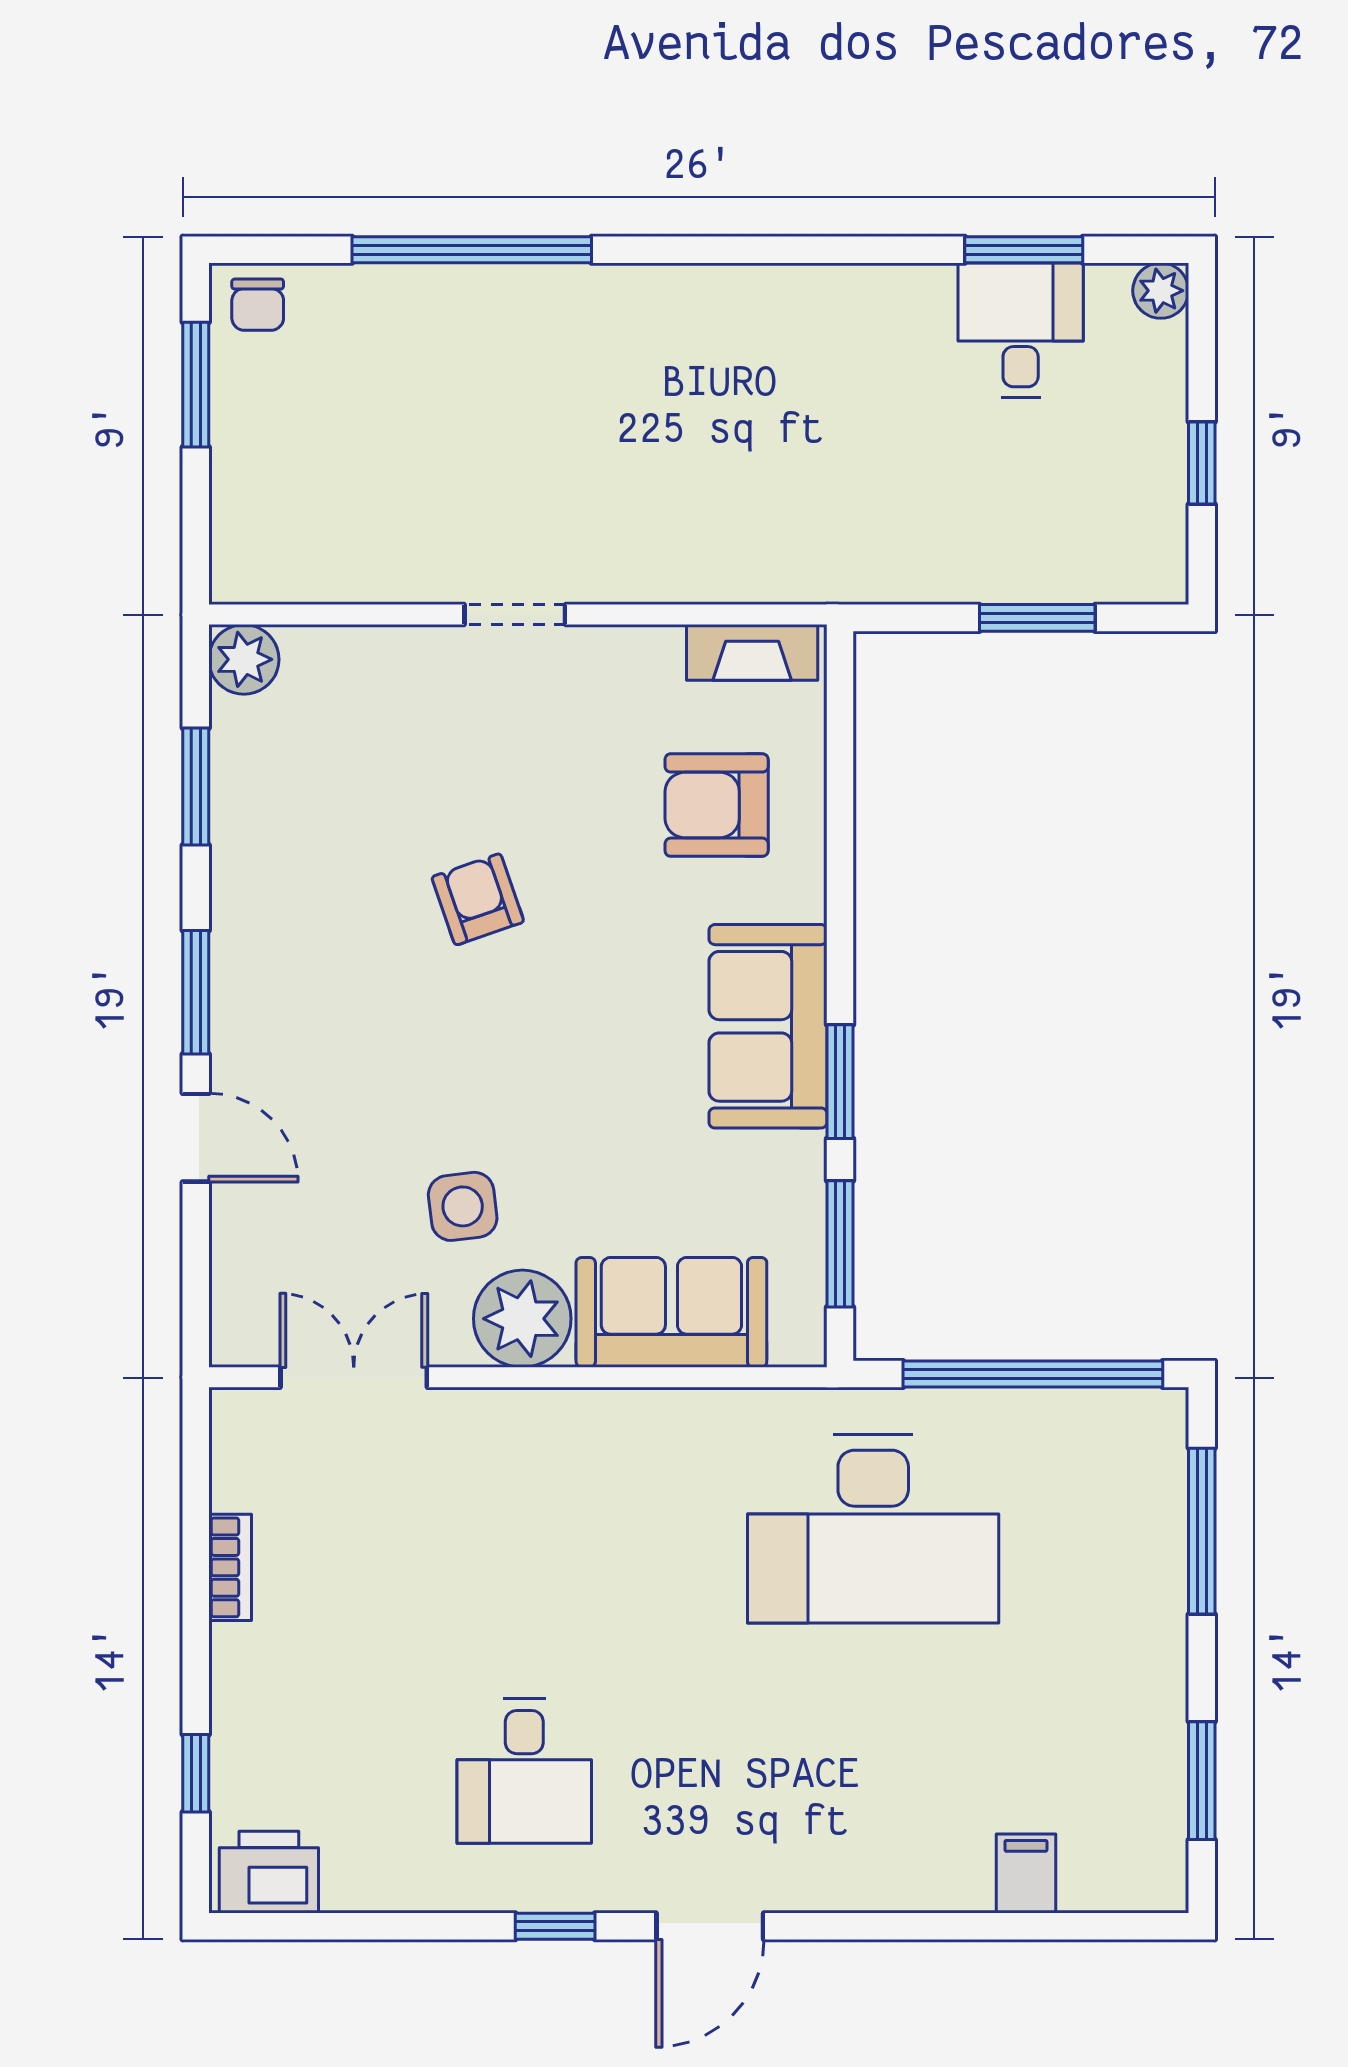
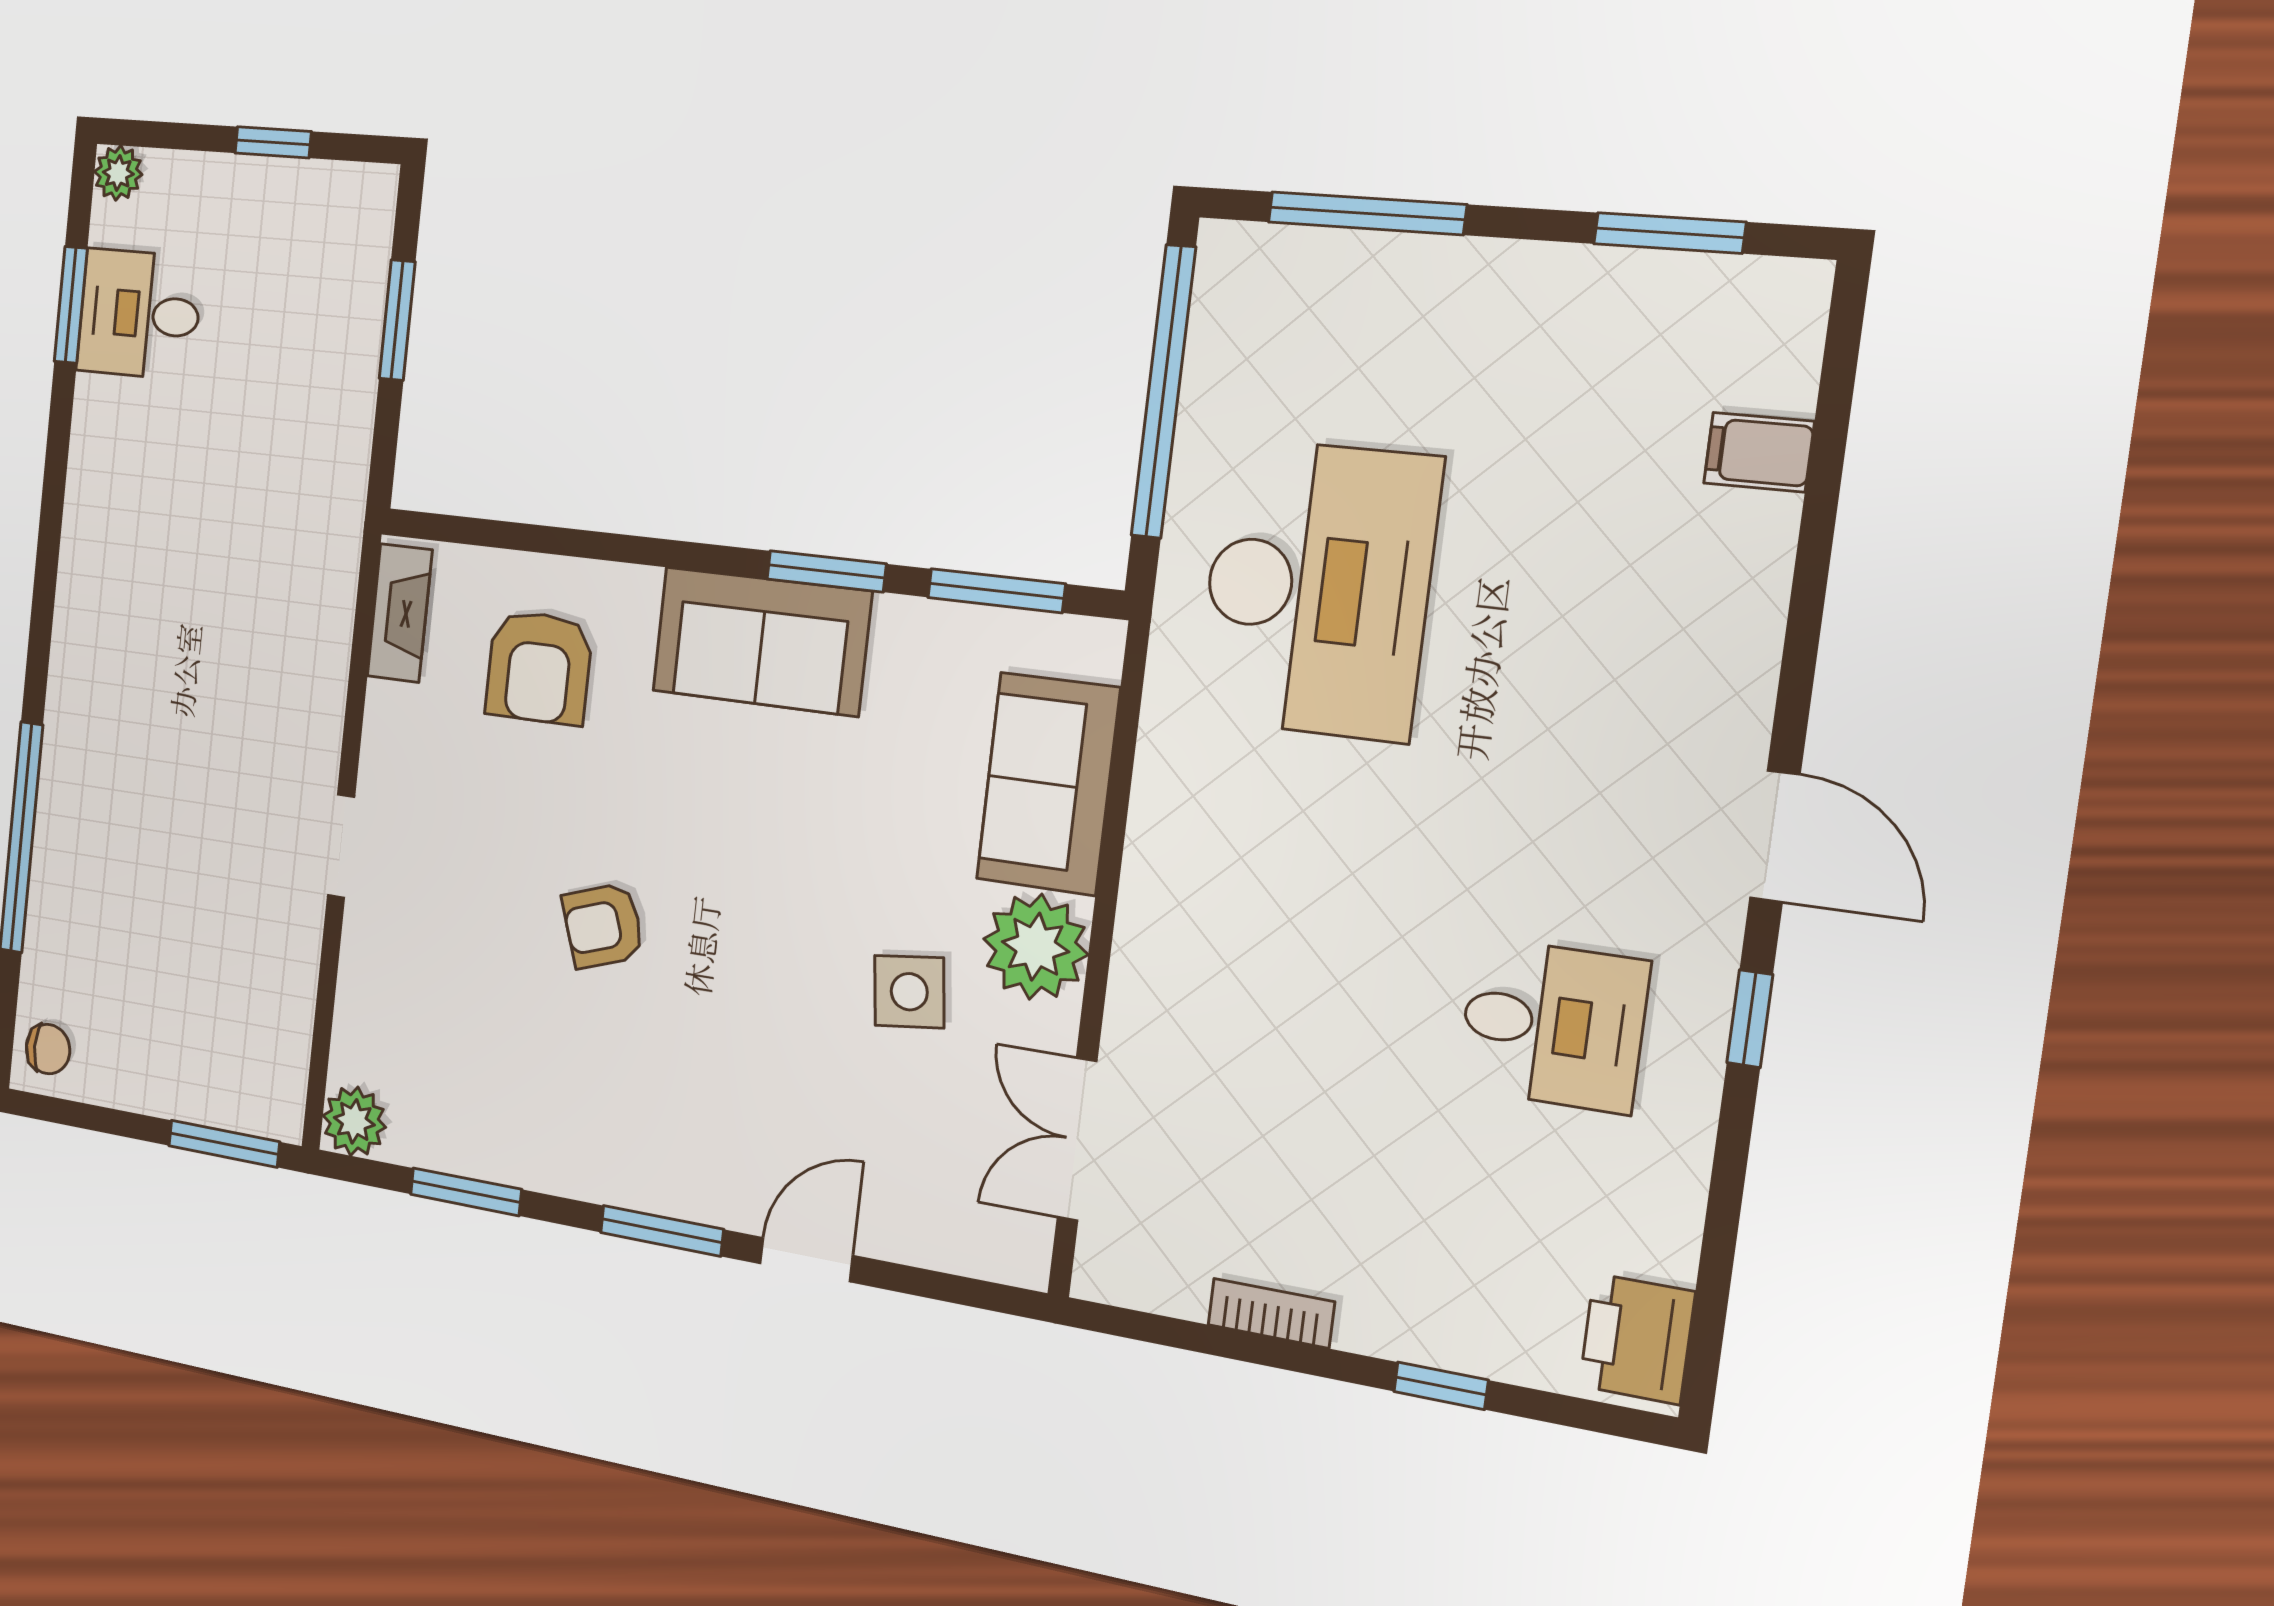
window: (196, 385) -> (224, 1144), moved
window: (196, 1773) -> (1441, 1386), moved

